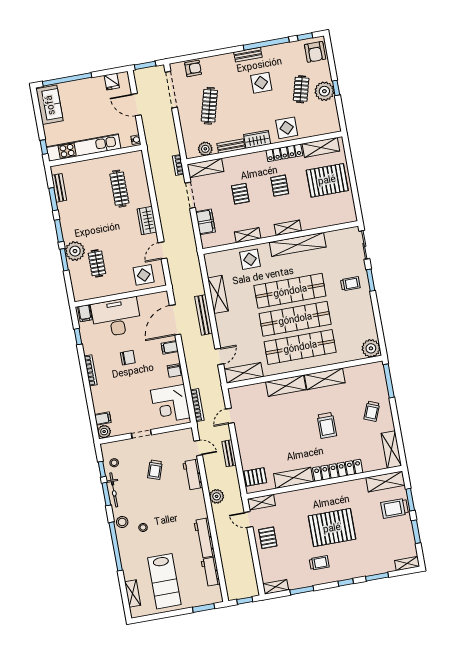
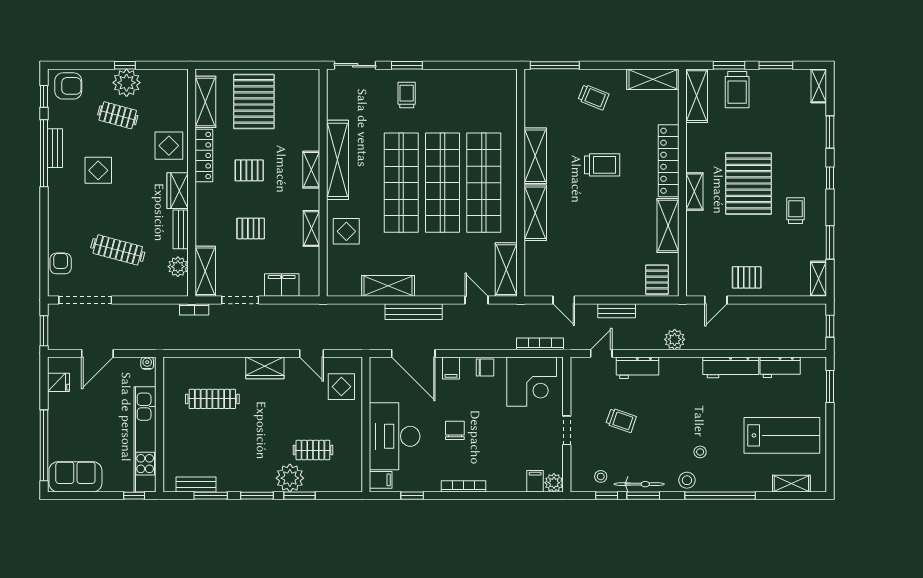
bench: (248, 55) -> (55, 148), moved
plant: (371, 348) -> (504, 82), removed
shelving: (262, 502) -> (694, 191), moved

